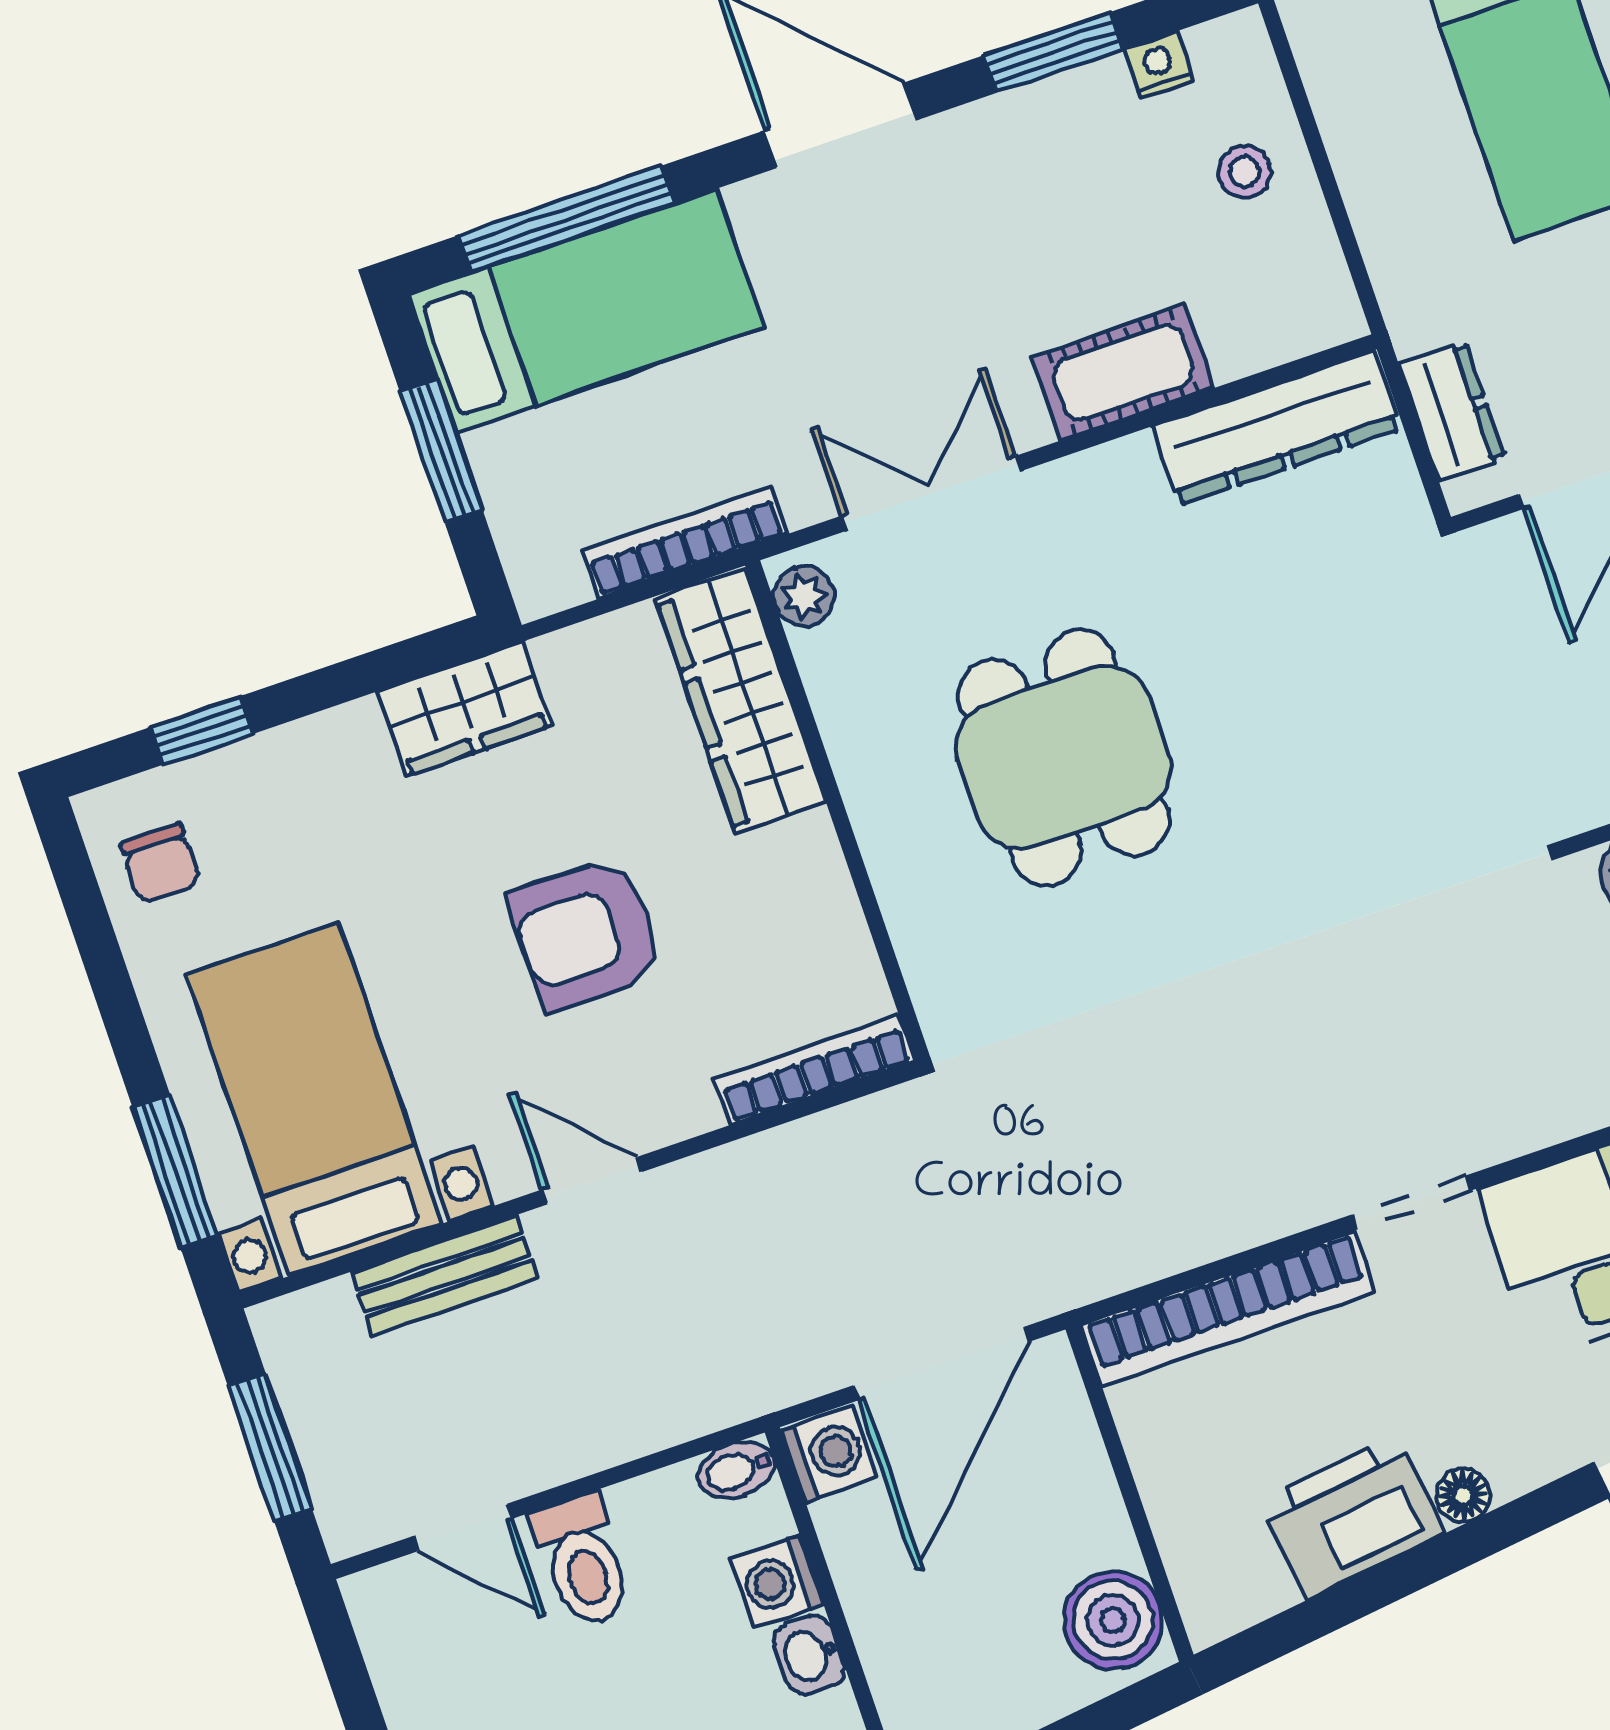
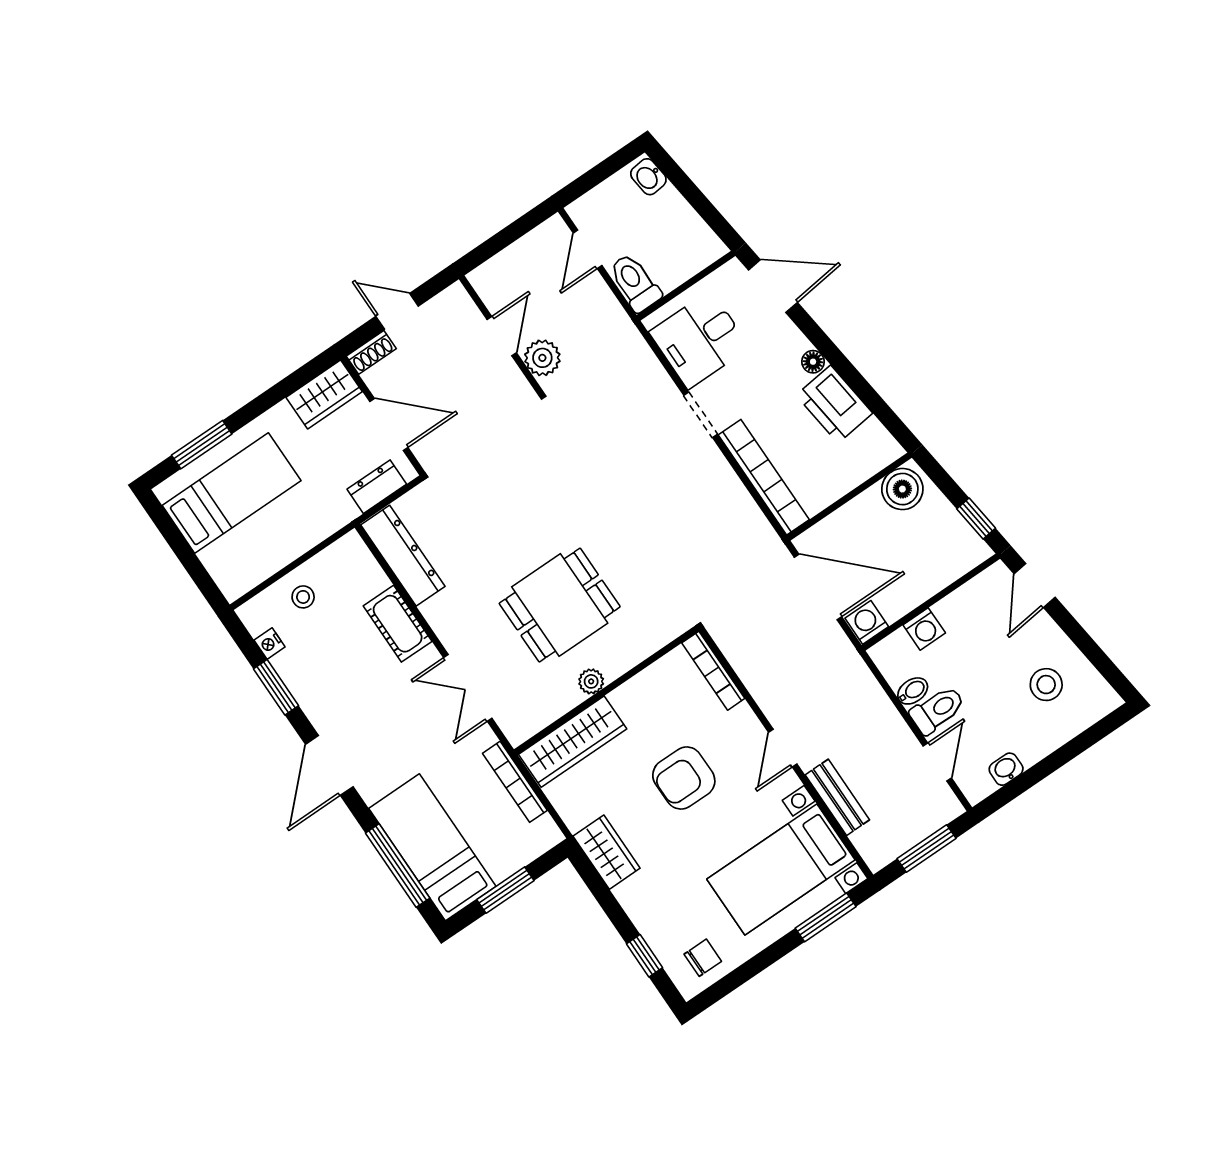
plant: (804, 596) -> (591, 681), moved
armchair: (586, 934) -> (684, 778), turned 90
bidet: (736, 1470) -> (913, 691), moved, turned -90
washbasin: (809, 1655) -> (1006, 769), moved, turned 180

